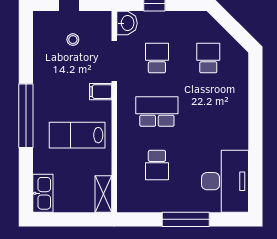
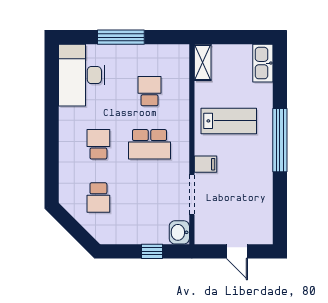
stool: (73, 40) -> (233, 216), removed
school desk: (157, 58) -> (98, 144), moved, turned 180

